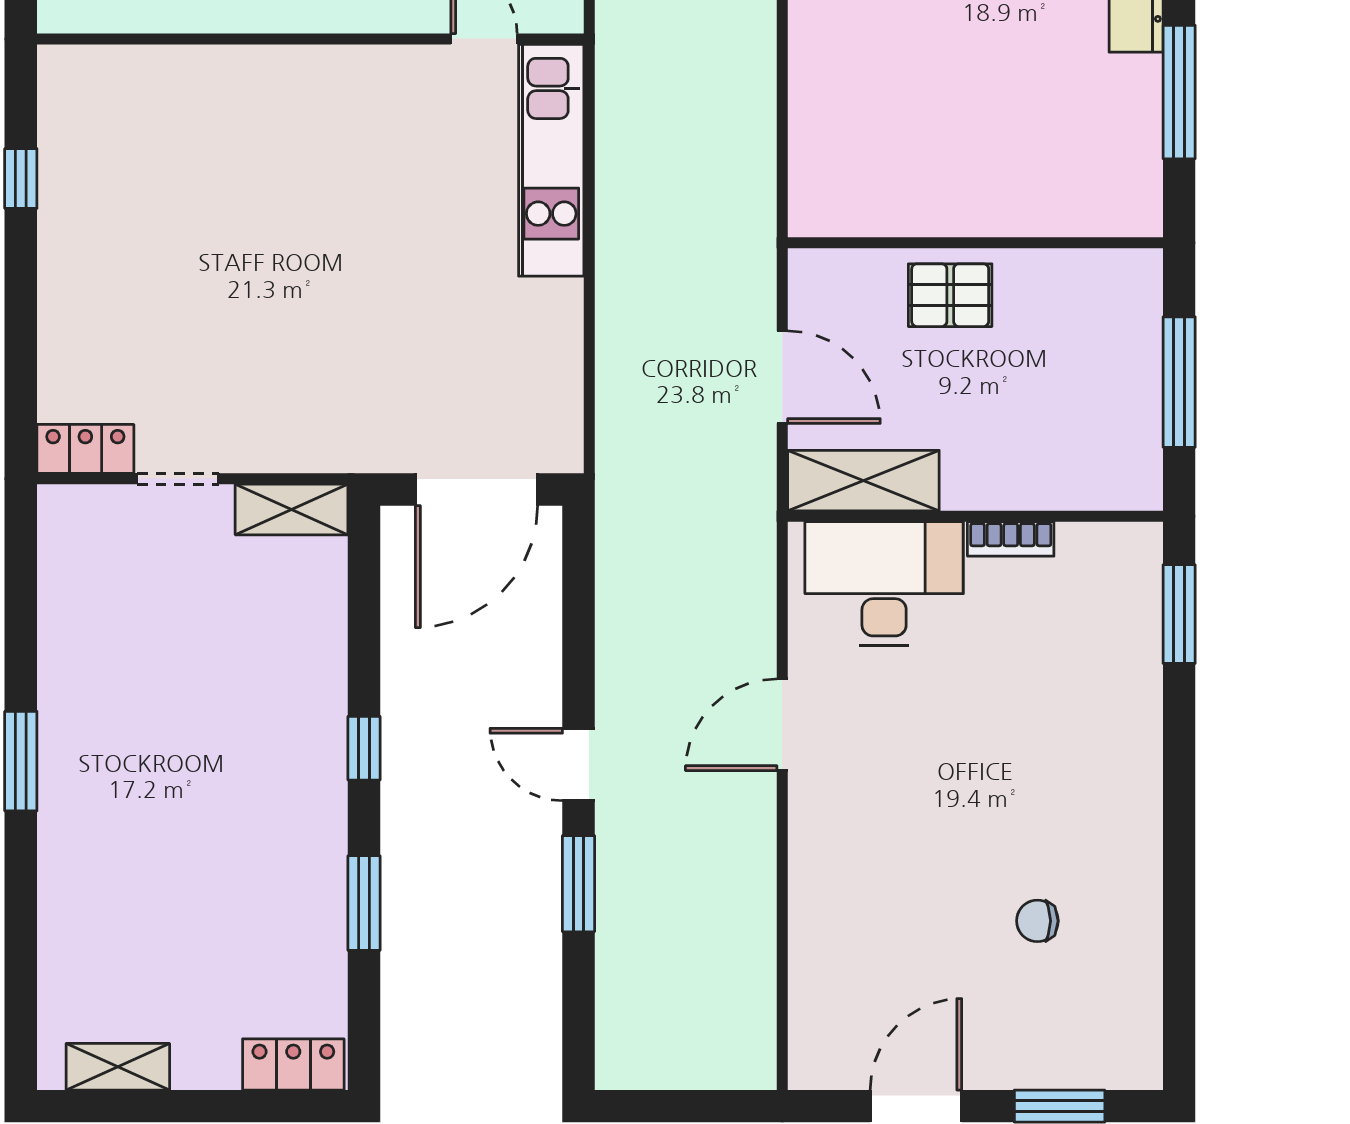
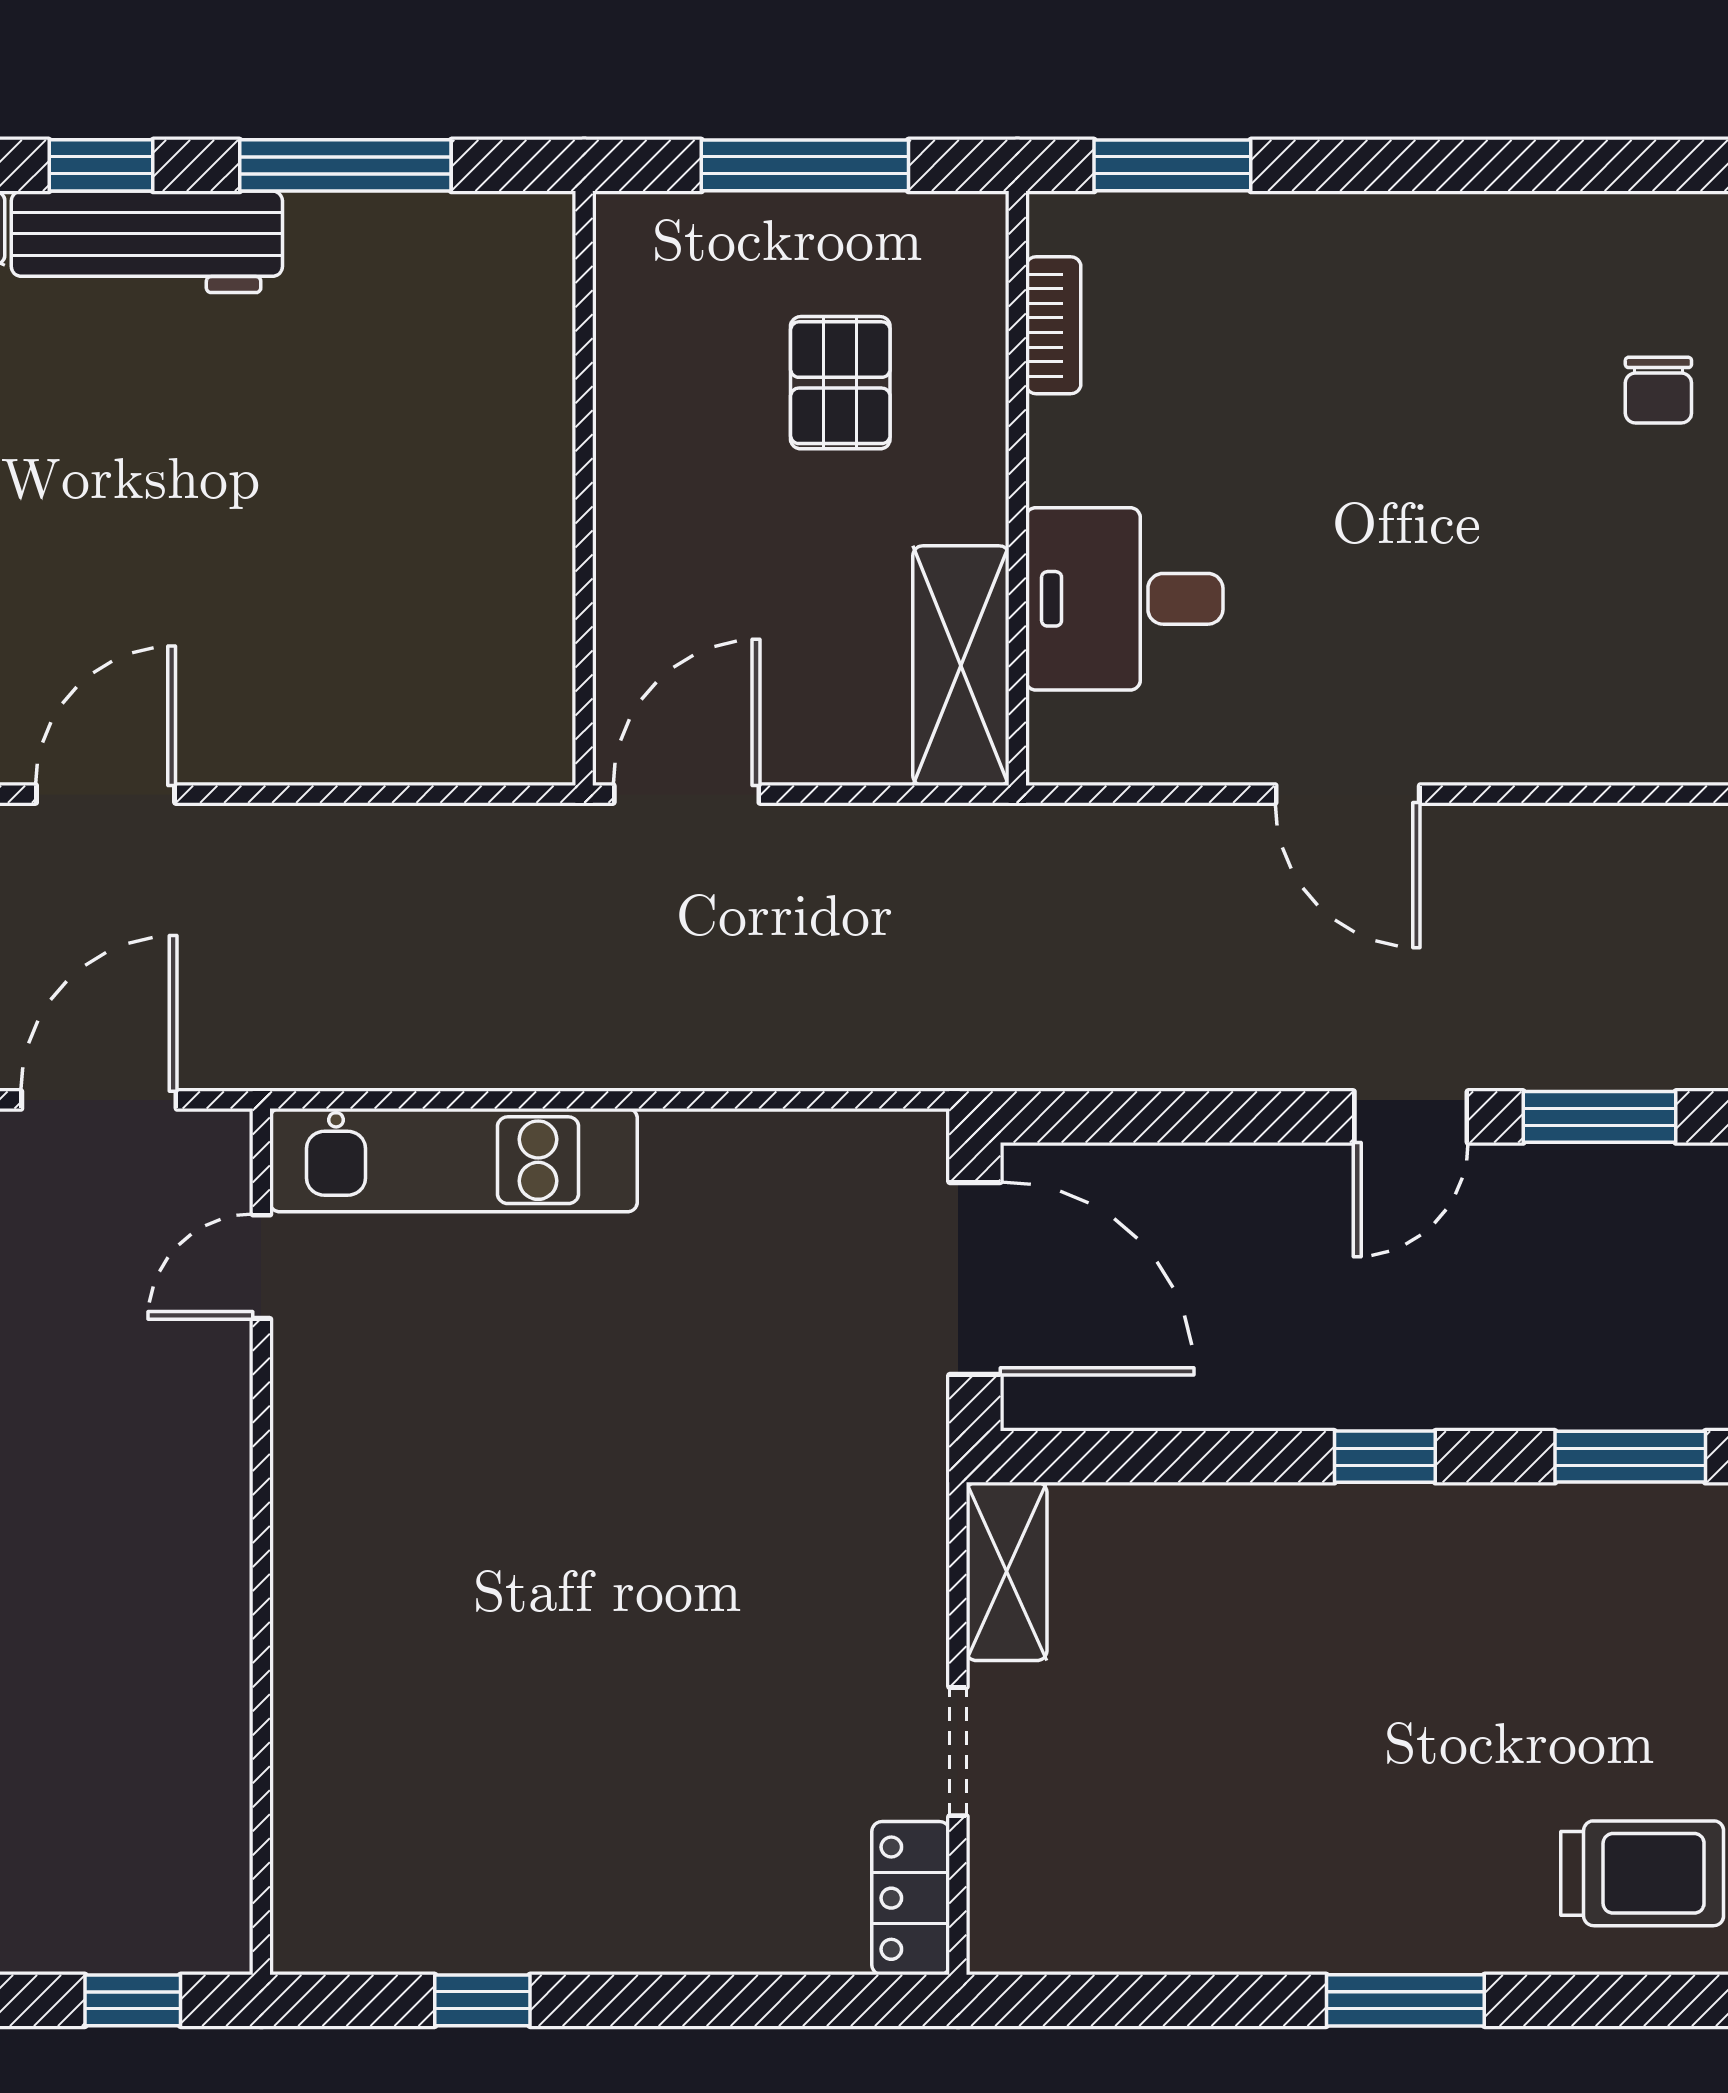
pallet: (950, 295) -> (840, 383), moved
door: (782, 377) -> (687, 794), moved
bookcase: (1011, 539) -> (1053, 325), moved
desk: (884, 584) -> (1124, 599), width x0.73
trolley: (101, 911) -> (1642, 1873), added

